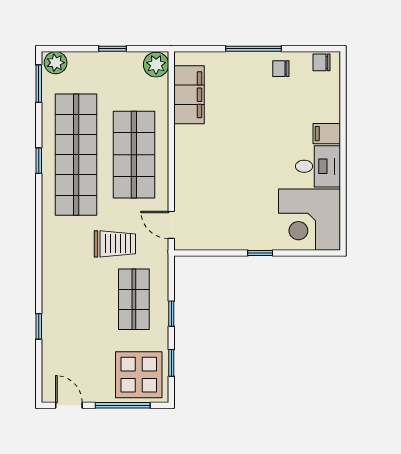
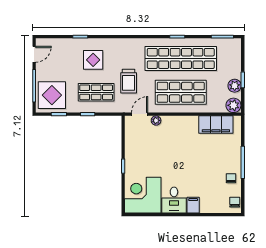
plant: (56, 63) -> (235, 86), moved
plant: (182, 197) -> (156, 120), added
display table: (79, 304) -> (93, 60), added

